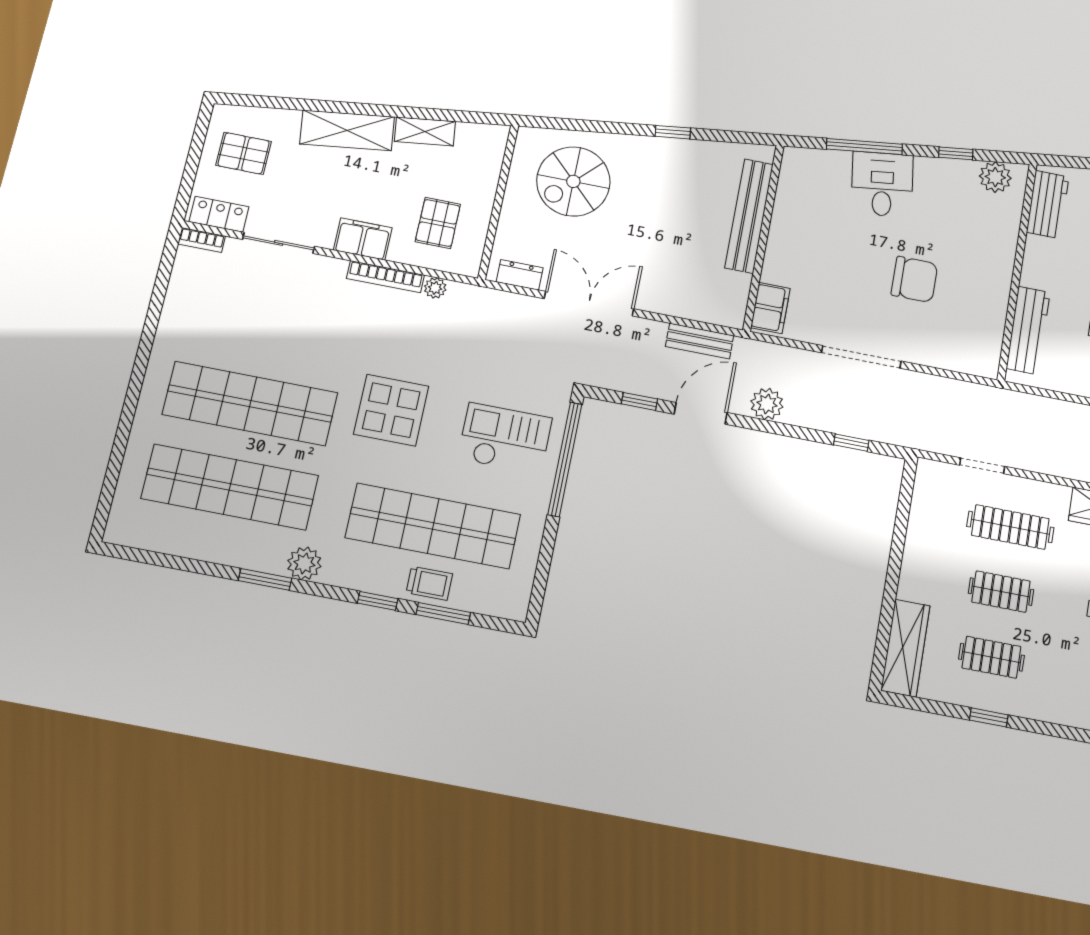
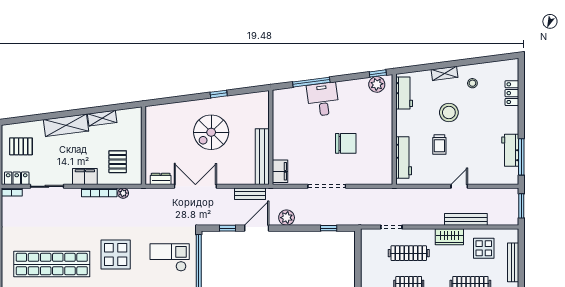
window: (956, 153) -> (378, 73), moved
spiral stairs: (573, 181) -> (211, 132), moved
bench: (749, 216) -> (262, 157), moved

